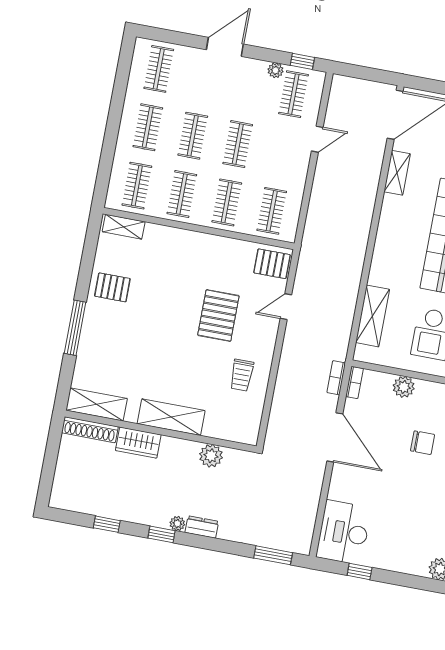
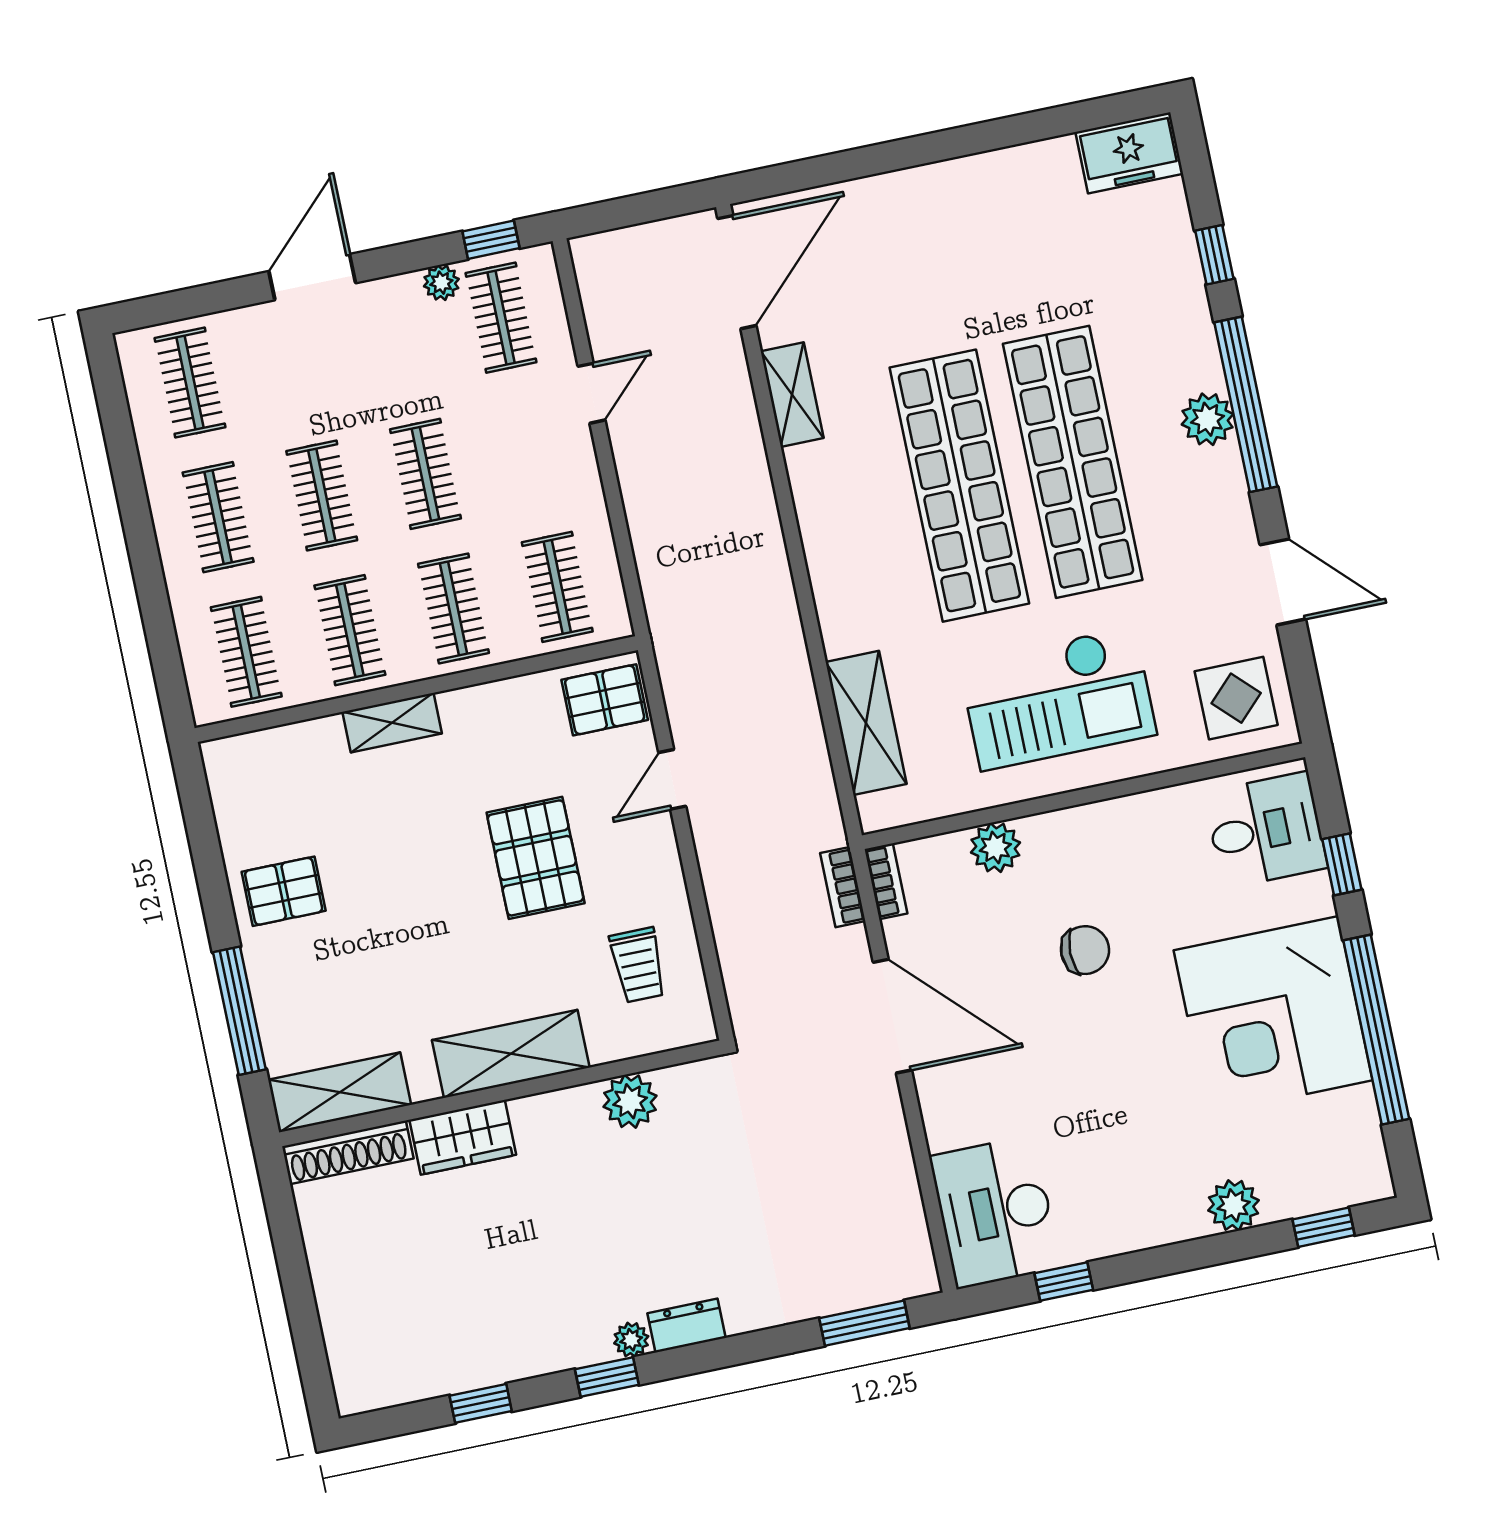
shelving: (124, 227) -> (392, 723), moved
shelving: (97, 404) -> (340, 1092), moved
shelving: (171, 417) -> (511, 1054), moved
shoe rack: (90, 430) -> (348, 1152), moved
wall: (161, 431) -> (501, 1093), moved
wardrobe: (138, 443) -> (463, 1137), moved
plant: (211, 456) -> (630, 1101), moved

